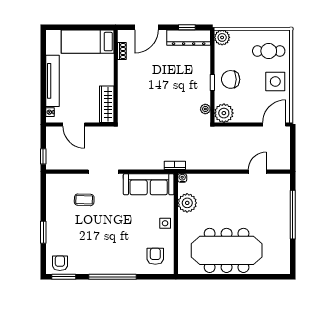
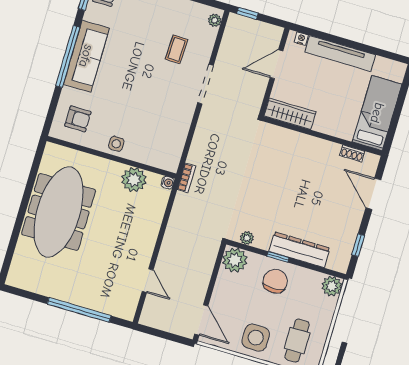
dresser: (189, 38) -> (299, 250), moved, turned 90
plant: (55, 178) -> (215, 20), added
sofa: (149, 184) -> (86, 56), moved, turned 180

